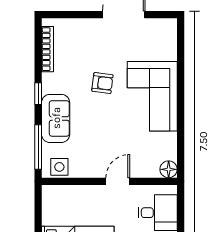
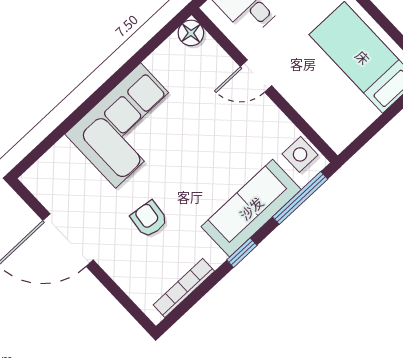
armchair: (102, 83) -> (149, 219), moved
sofa: (56, 118) -> (251, 208), width x1.36

